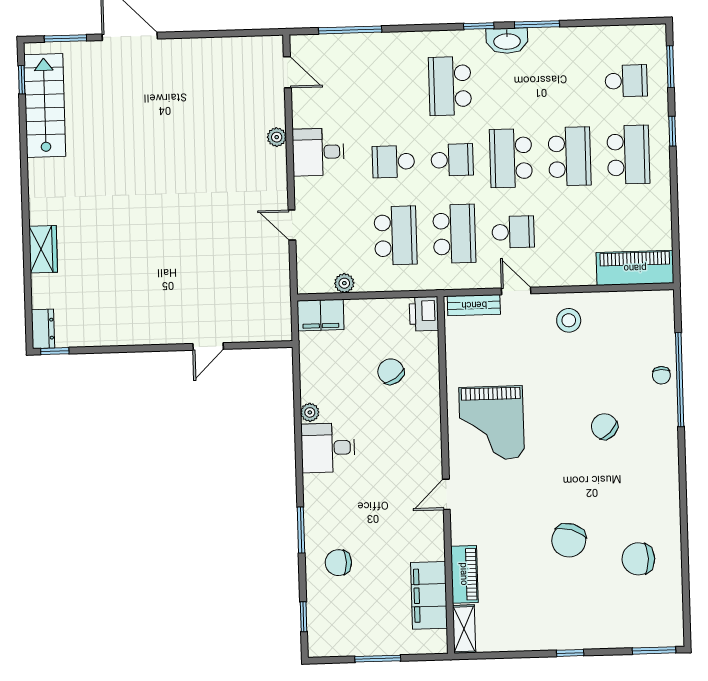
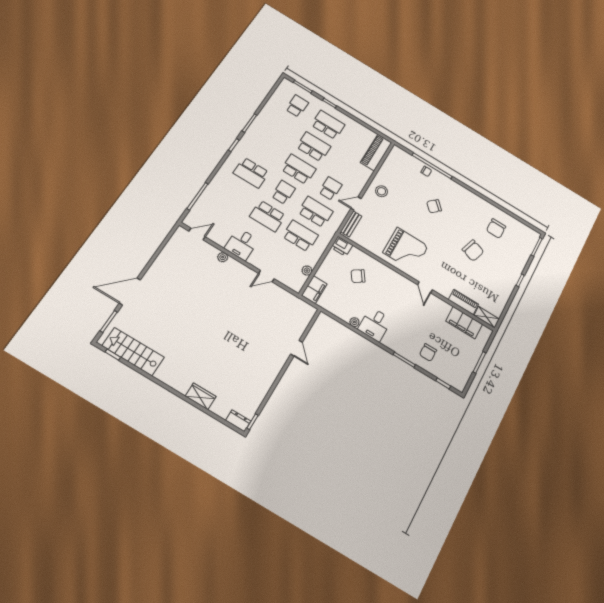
washbasin: (507, 41) -> (248, 139), removed
school desk: (511, 158) -> (299, 169), turned 180
school desk: (393, 162) -> (268, 216), width x1.85

